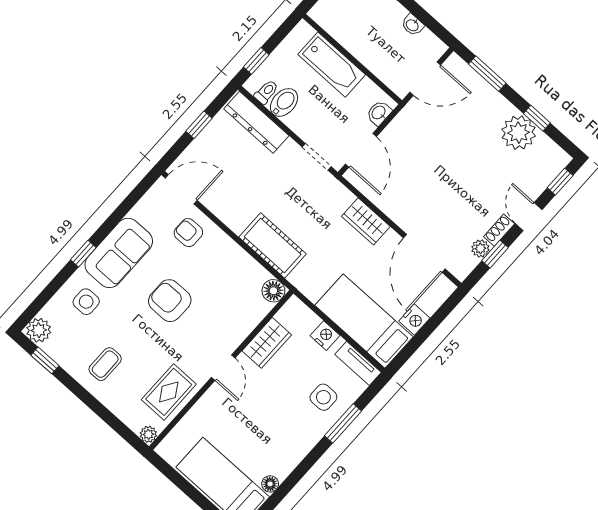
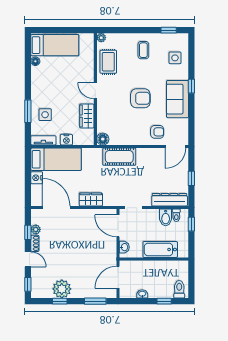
side table: (86, 302) -> (175, 58), moved
plant: (39, 330) -> (182, 40), removed

